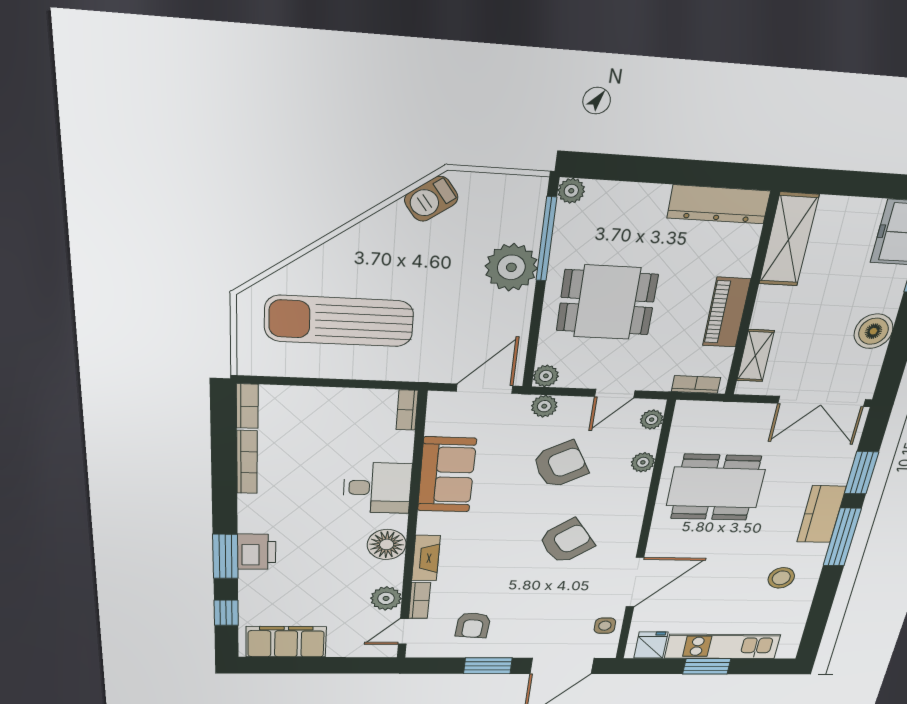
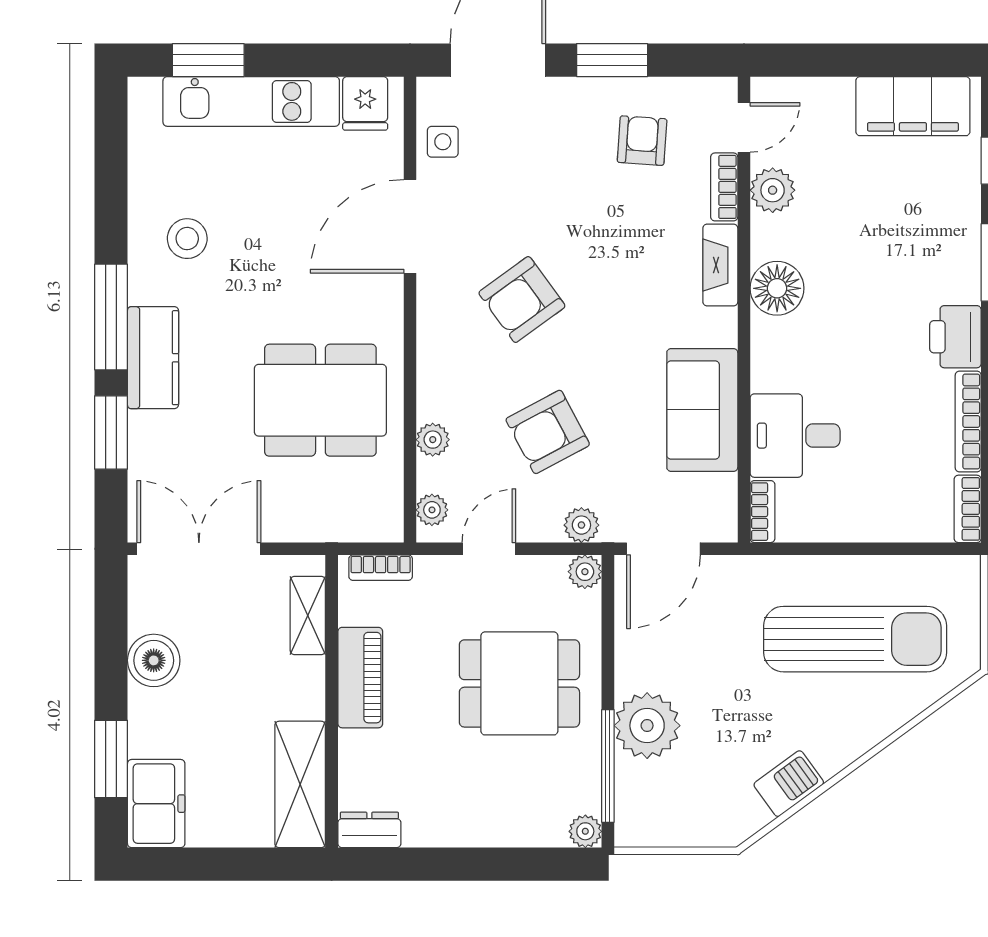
barbecue: (431, 199) -> (789, 784), moved
dresser: (719, 204) -> (369, 830), width x0.51, depth x0.80
desk: (377, 488) -> (795, 436), moved
printer: (257, 552) -> (955, 337), moved
window: (707, 666) -> (208, 60), moved

